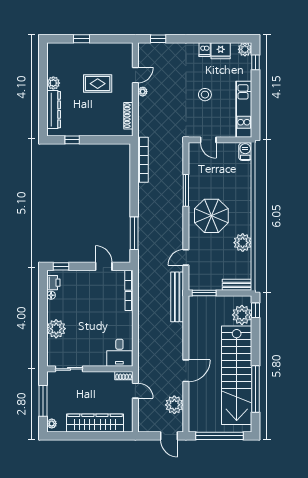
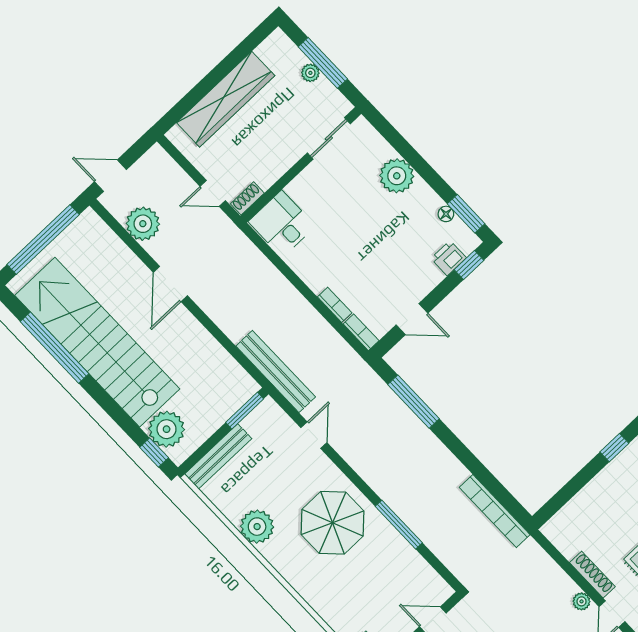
shoe rack: (128, 116) -> (592, 575), moved
printer: (53, 283) -> (449, 258), moved, turned 90
bench: (237, 285) -> (218, 456), width x1.36
window: (43, 288) -> (466, 214), added
plant: (52, 424) -> (310, 73), moved

